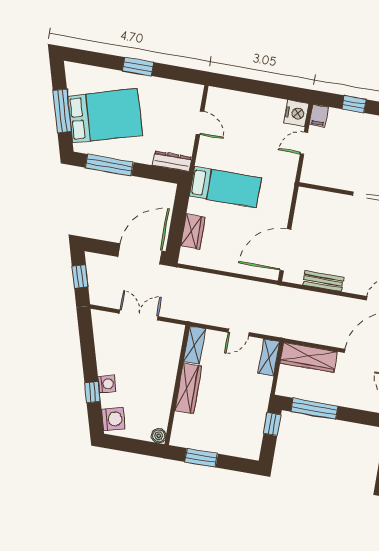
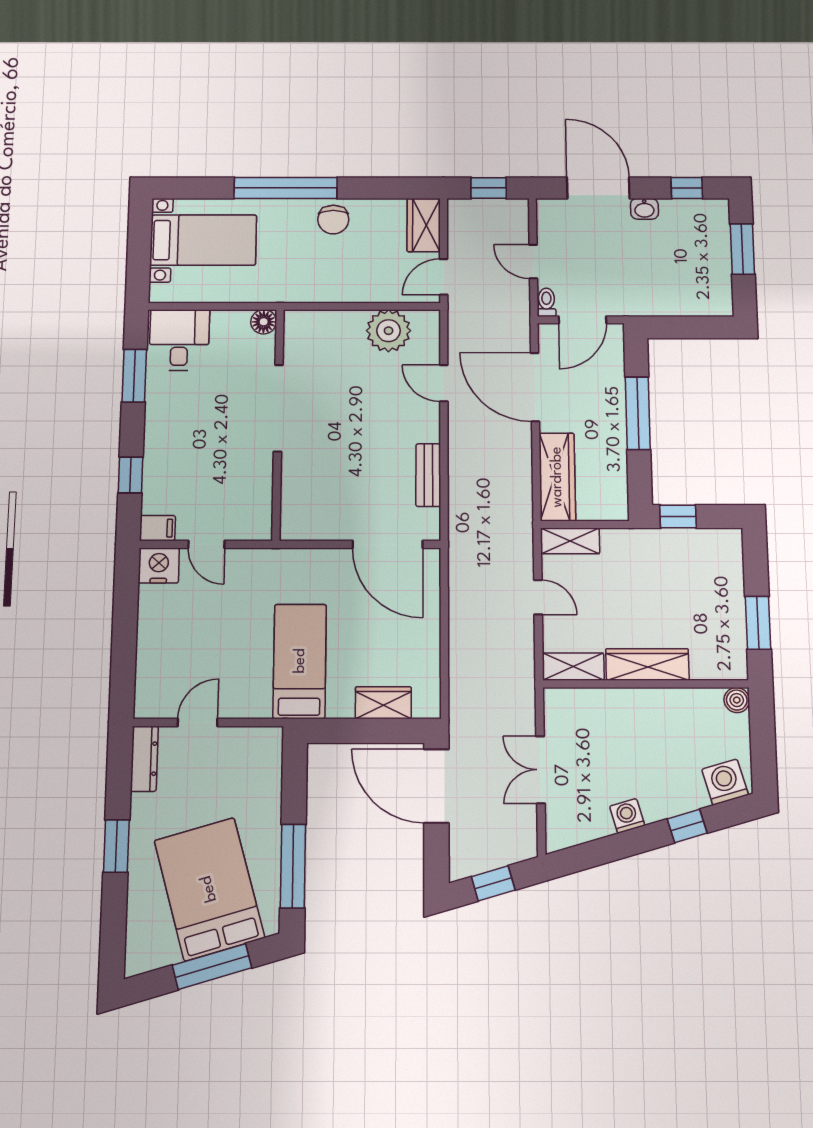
dresser: (172, 161) -> (144, 759), moved, turned 180
washing machine: (107, 384) -> (627, 816), moved
window: (314, 409) -> (638, 413), moved

